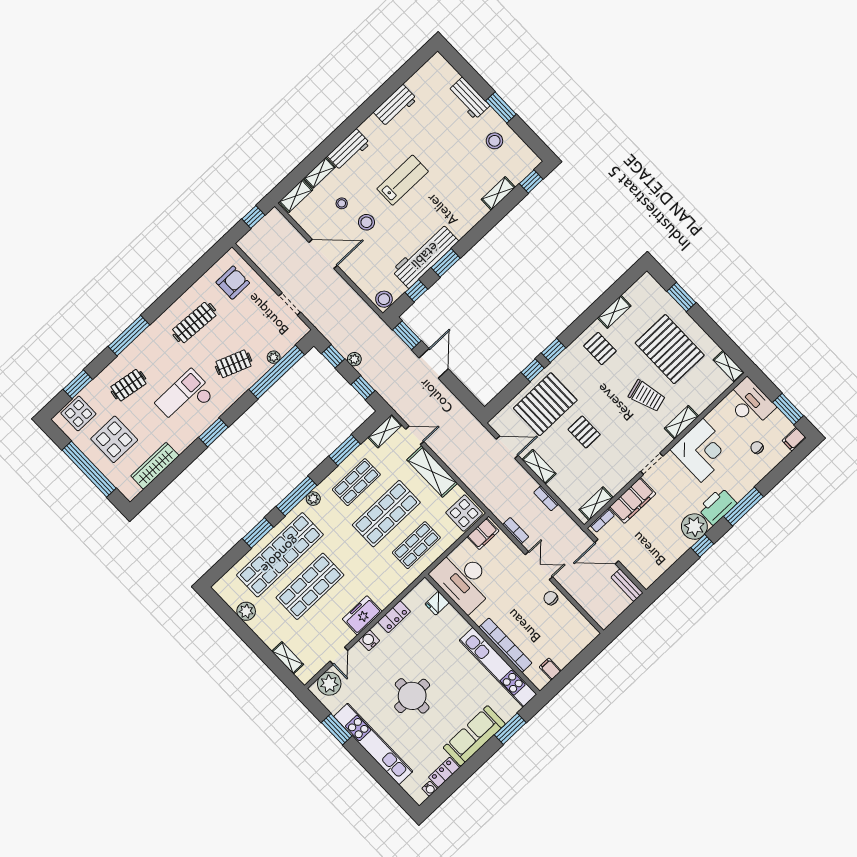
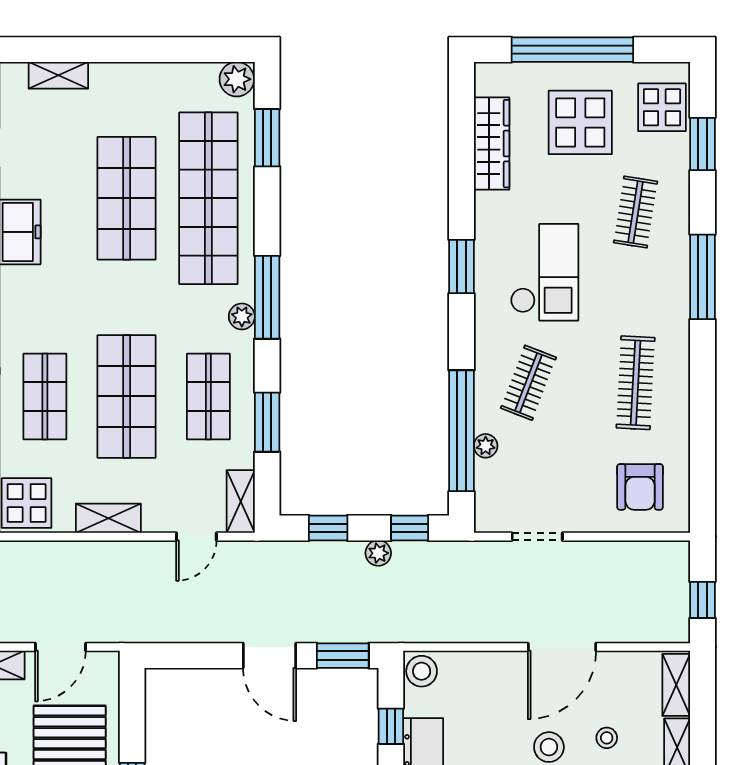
shelving: (432, 471) -> (108, 518), width x0.67, depth x0.75
window: (258, 533) -> (267, 138), moved
plant: (246, 611) -> (237, 79), moved

